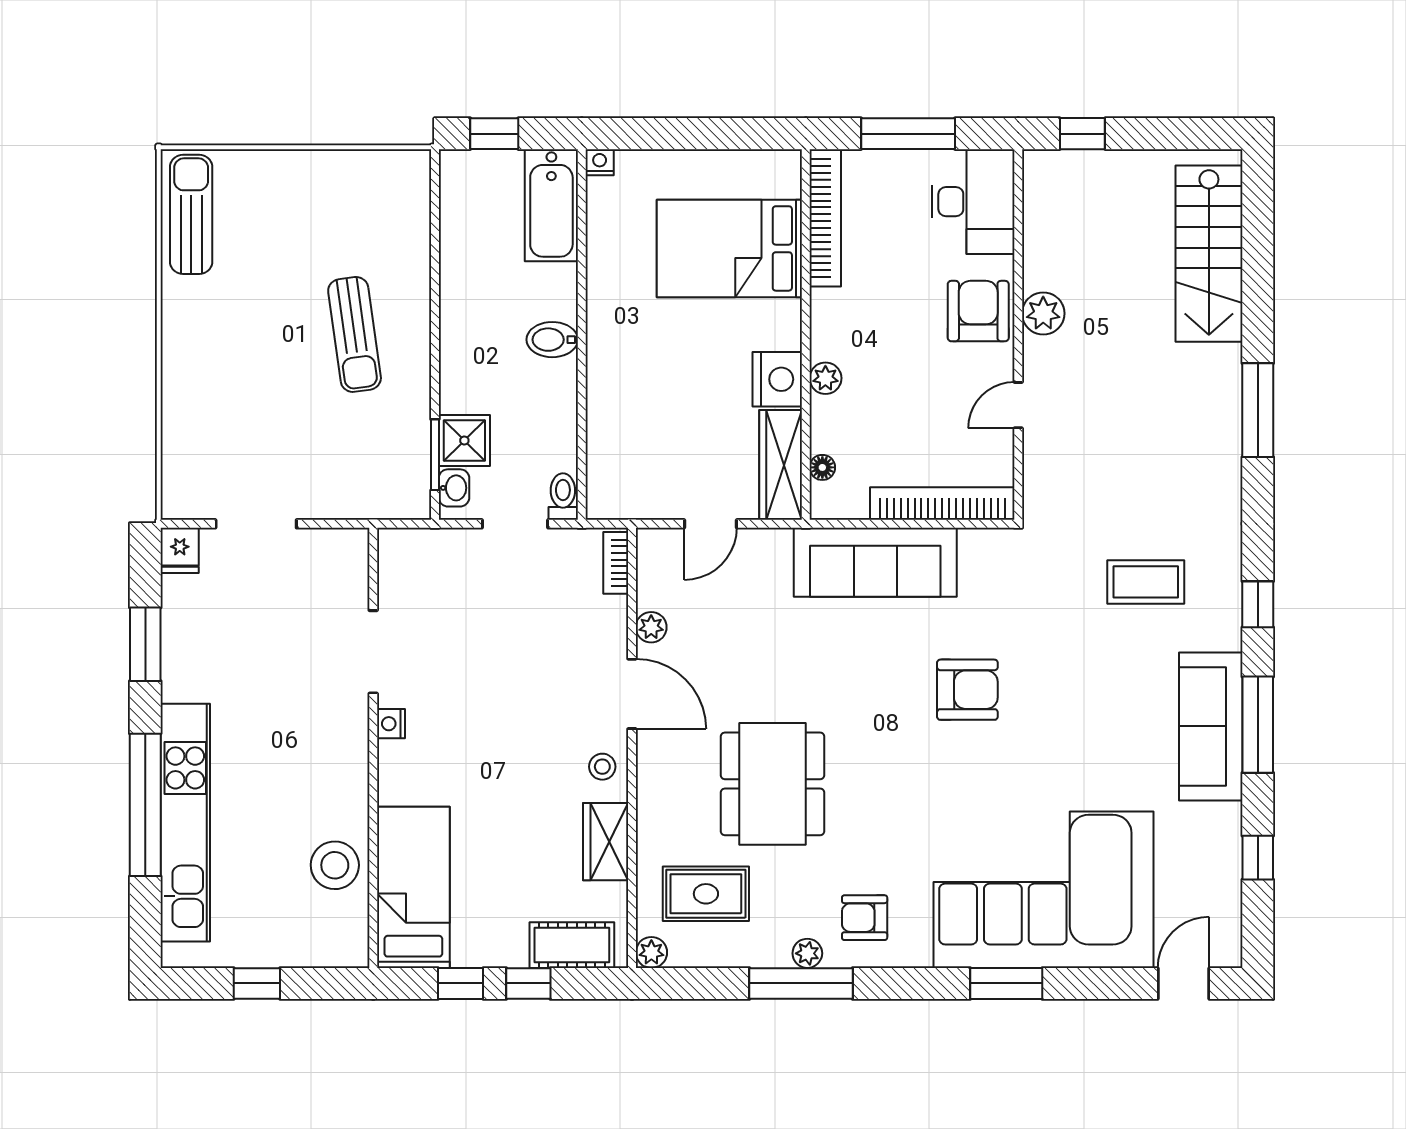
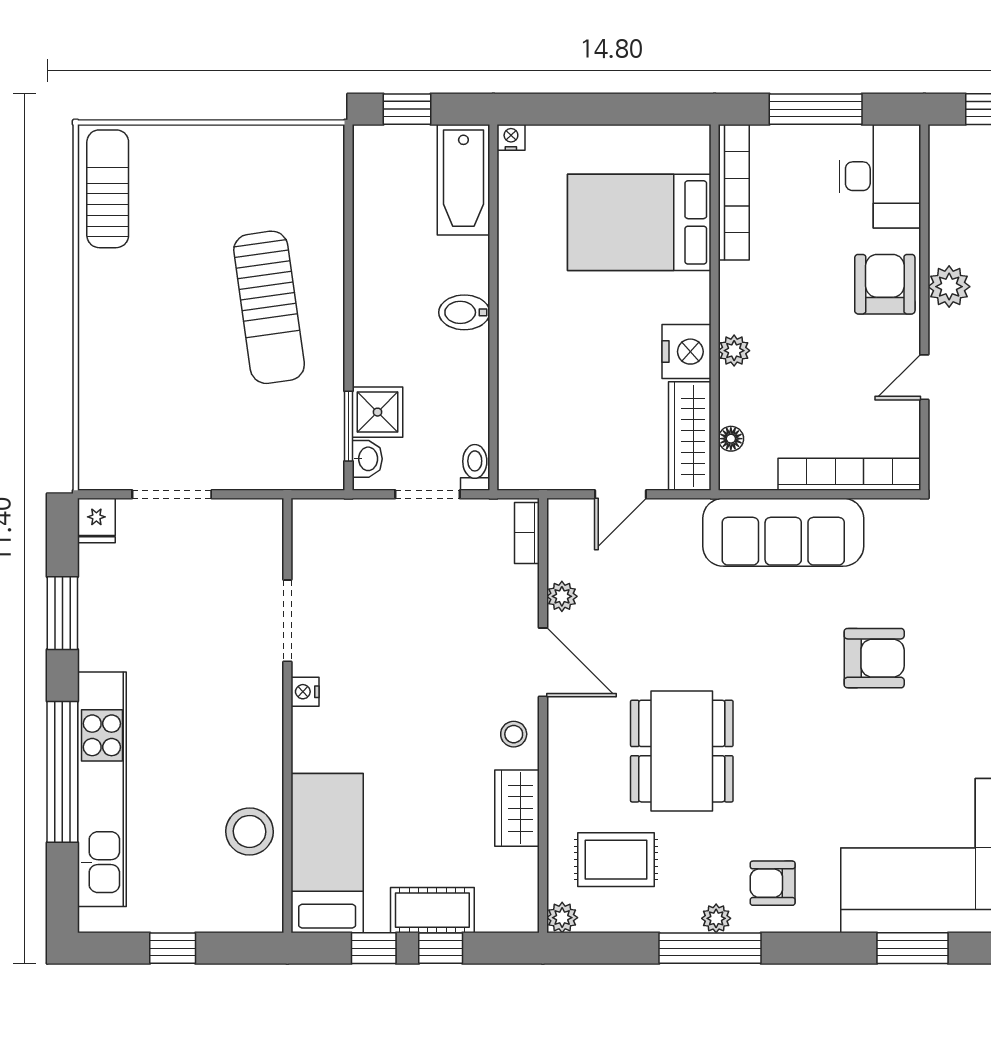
sun lounger: (355, 334) -> (269, 307), width x1.36, depth x1.34
cot: (572, 945) -> (432, 910), moved

